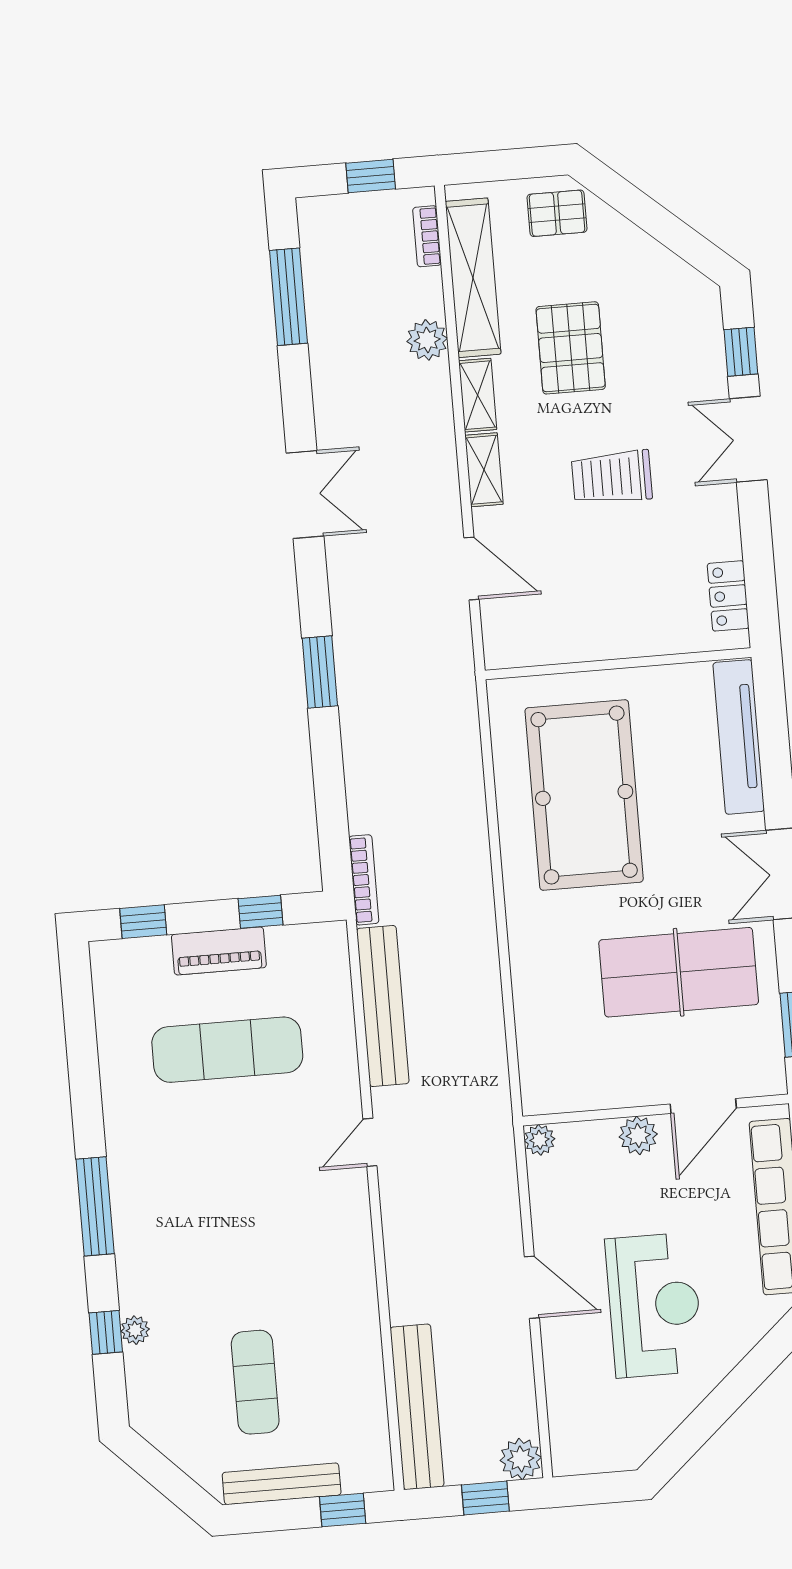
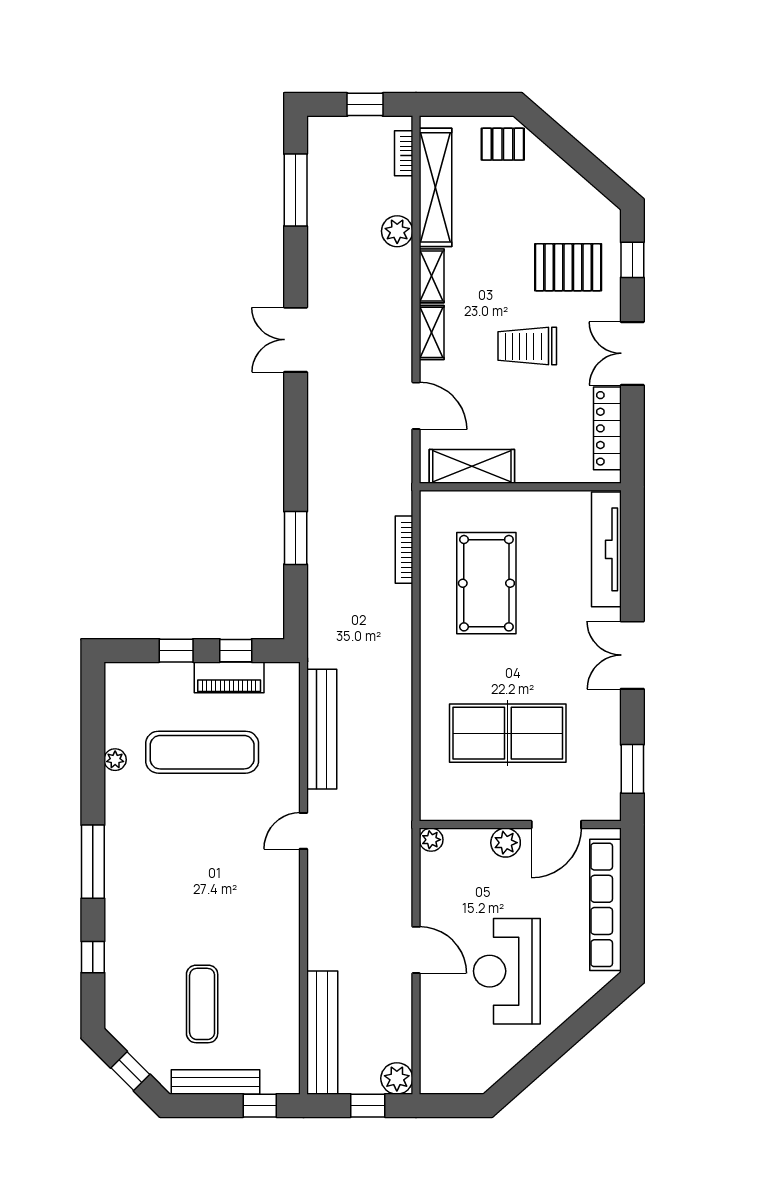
pallet: (571, 348) -> (568, 267), moved, turned 90
double door: (748, 439) -> (632, 353), moved
double door: (305, 495) -> (296, 340), swing flipped
locker: (728, 596) -> (607, 428), width x1.53
shelving: (552, 642) -> (472, 466), added
window: (320, 672) -> (296, 538), moved
pool table: (584, 795) -> (486, 583), width x0.73, depth x0.76
bookcase: (364, 880) -> (404, 550), moved, turned 180
window: (143, 922) -> (176, 651), moved
piano: (219, 951) -> (229, 677), moved
table tennis table: (679, 972) -> (508, 733), moved
reception desk: (654, 1305) -> (507, 971), turned 180
plant: (135, 1330) -> (115, 760), moved
window: (168, 1479) -> (130, 1071), added

